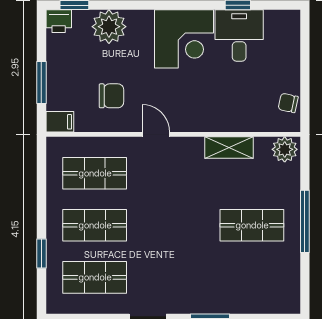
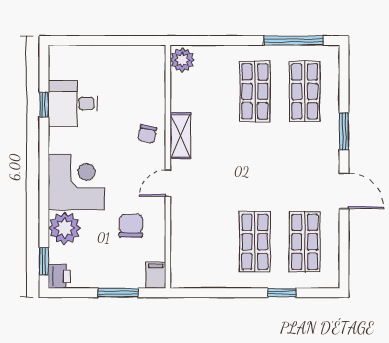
corner desk: (184, 39) -> (76, 182), moved
chair: (288, 103) -> (147, 134), moved
shelving: (229, 148) -> (180, 136), moved
shop shelf: (95, 173) -> (305, 91), moved
window: (305, 221) -> (294, 41), moved

